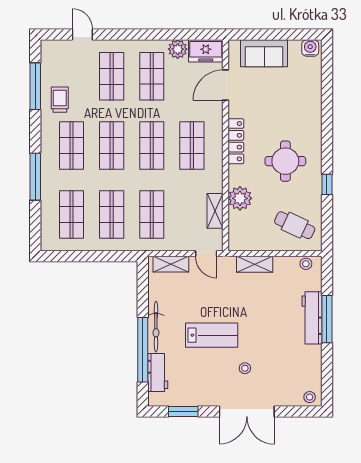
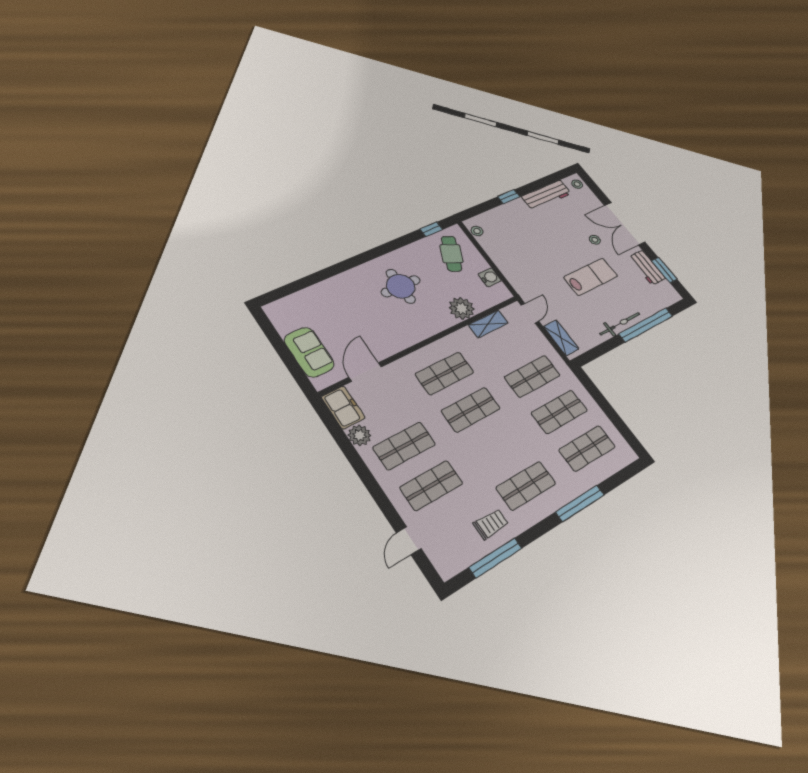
water cooler: (310, 48) -> (490, 277), moved, turned 180
door: (225, 85) -> (365, 372), swing flipped
trolley: (60, 100) -> (491, 524), turned 180
locker: (236, 141) -> (413, 337), removed
shop shelf: (112, 145) -> (498, 447), removed
window: (327, 184) -> (431, 229), moved
shelving: (255, 264) -> (508, 270), removed
workbench: (312, 318) -> (546, 195), moved
window: (327, 319) -> (509, 197), width x0.46
lab bench: (212, 335) -> (591, 277), turned 90
workbench: (158, 373) -> (647, 268), moved, turned -90
double door: (247, 411) -> (625, 224), swing flipped

